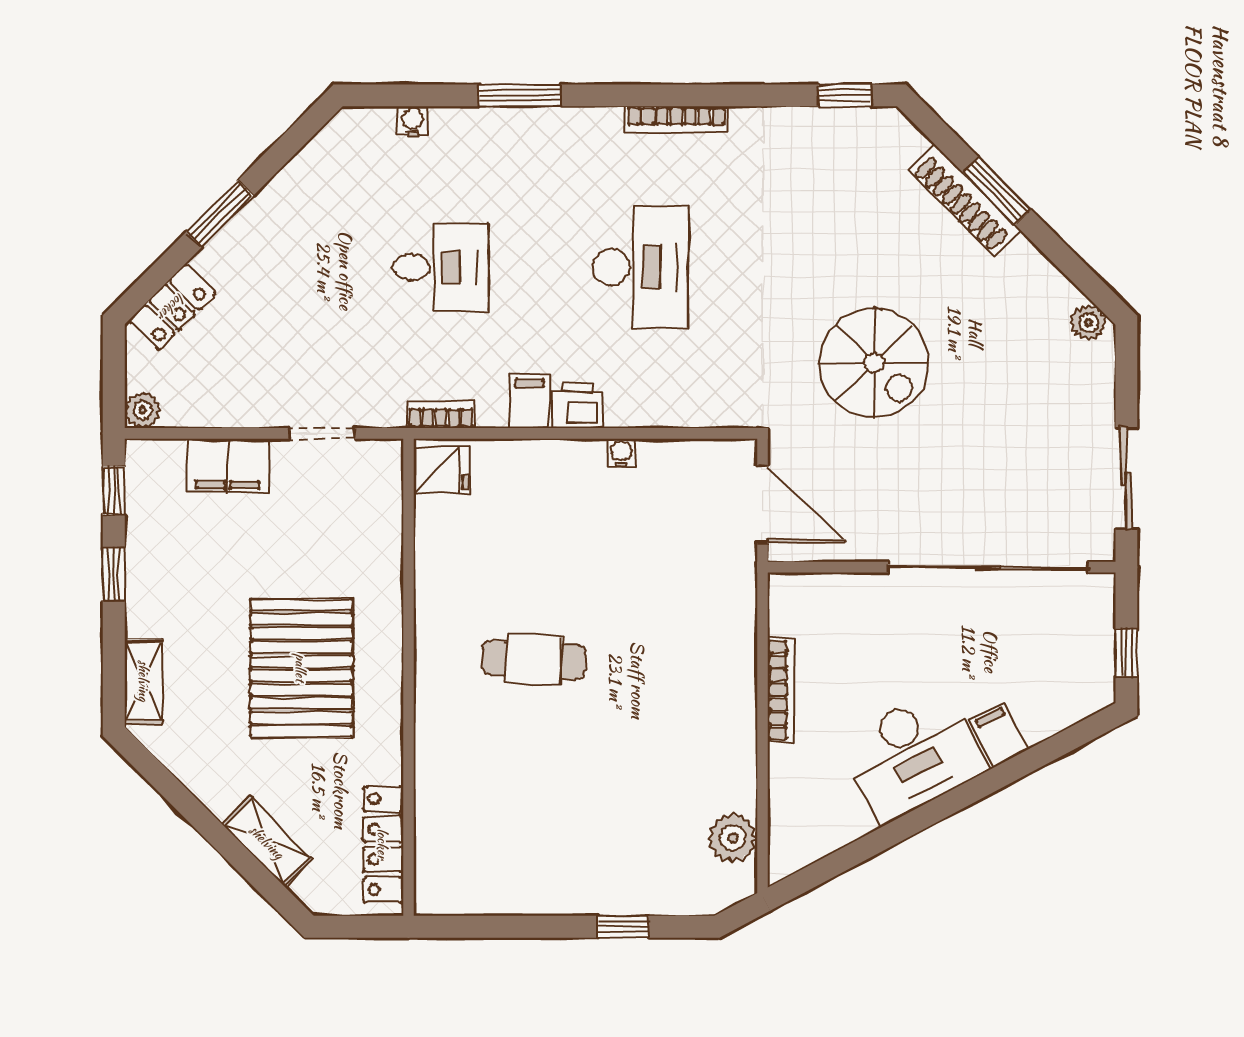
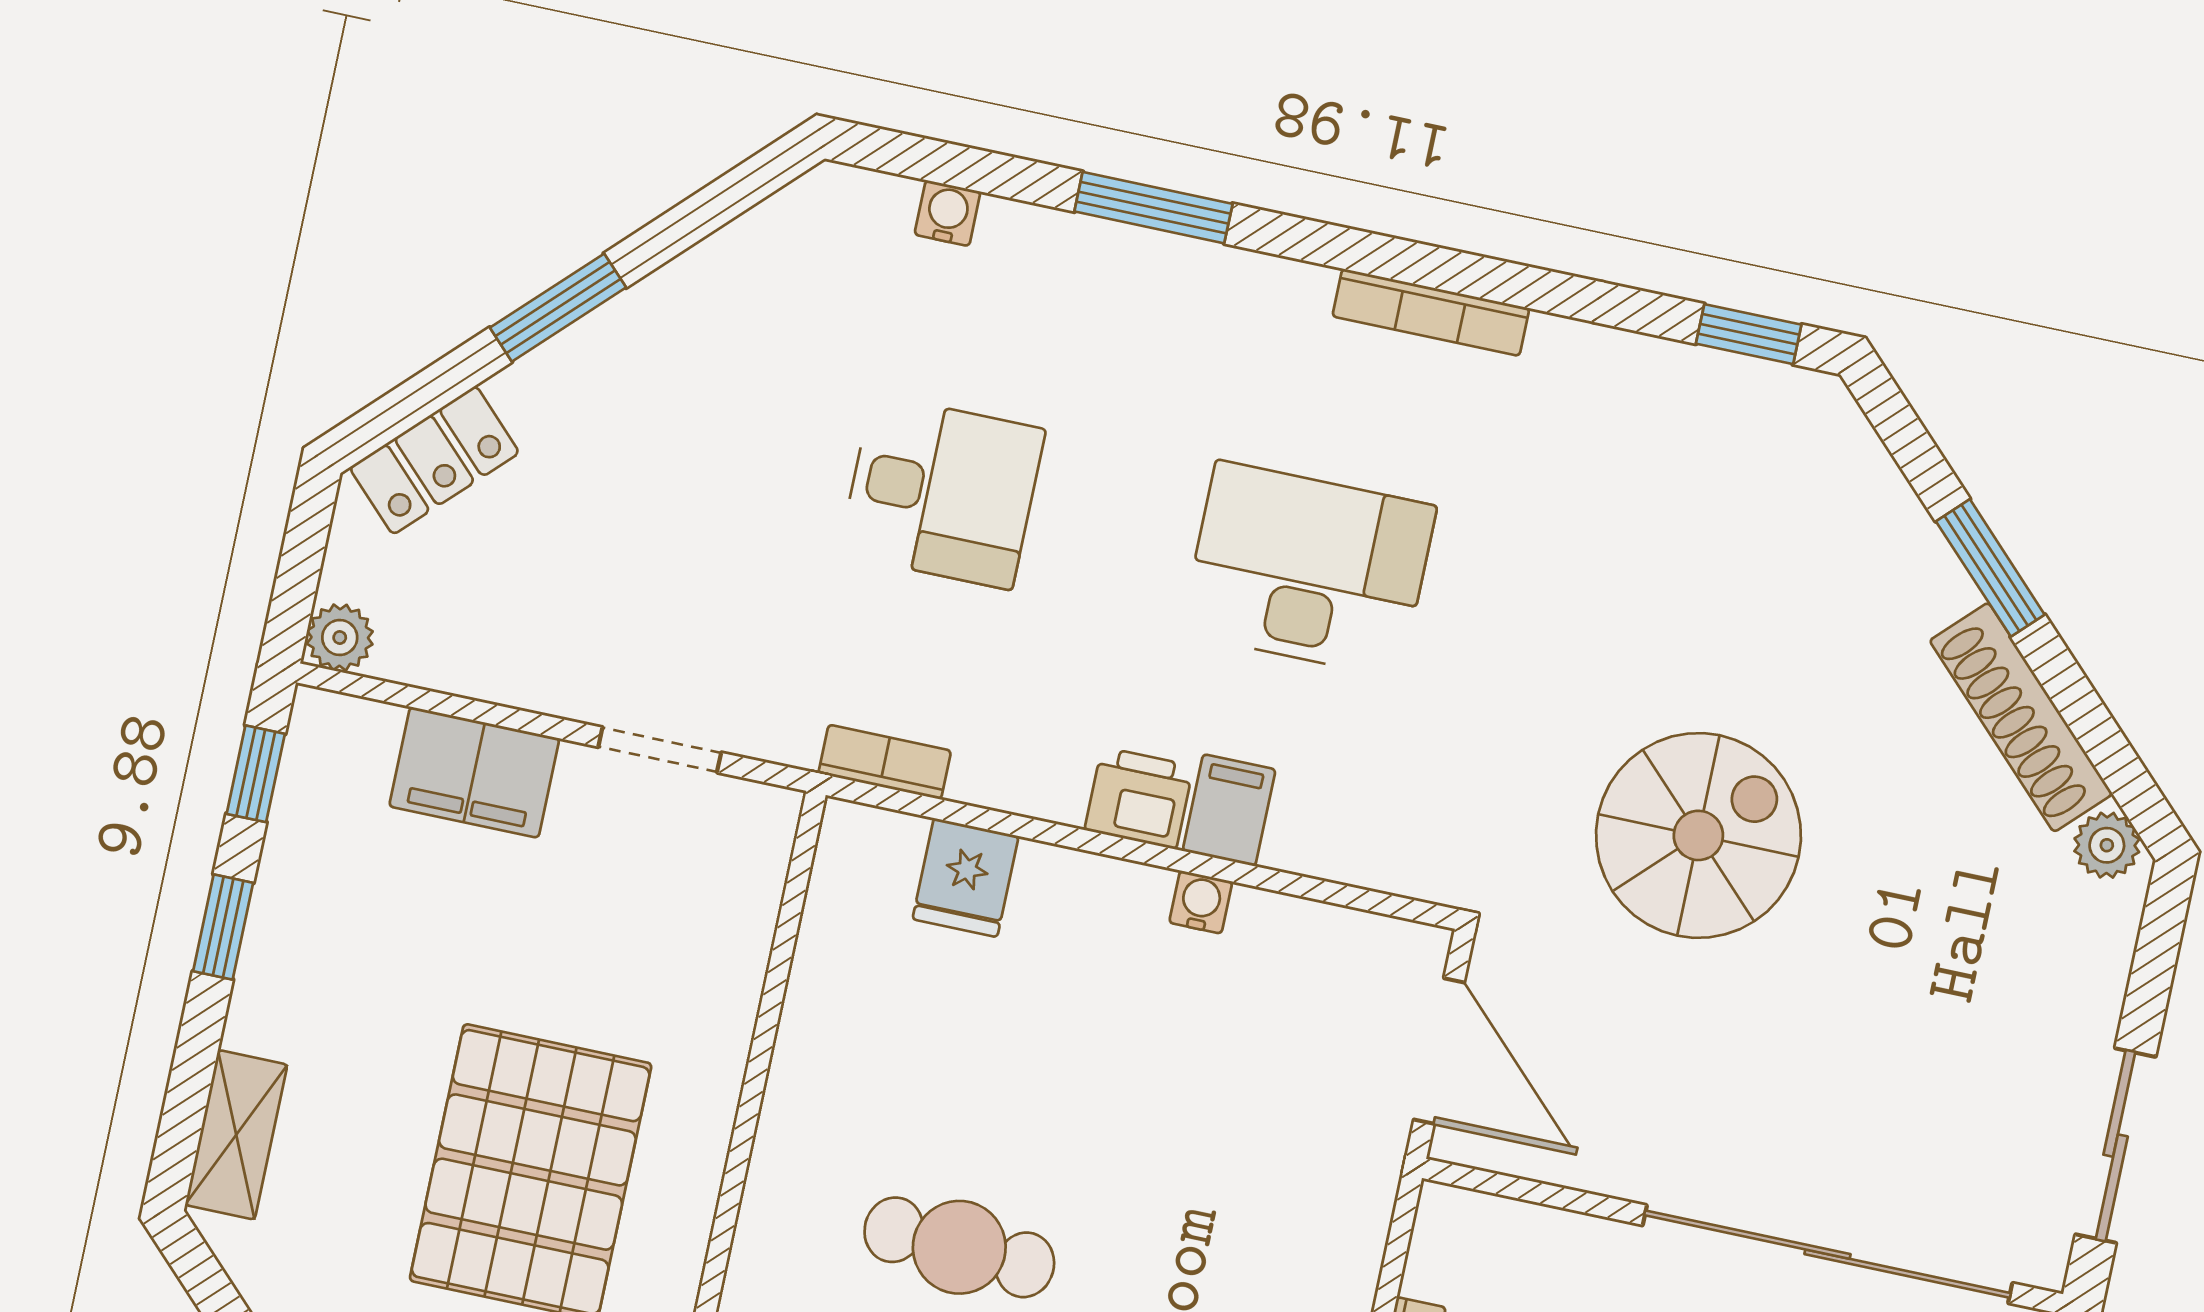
shoe rack: (964, 200) -> (2021, 717), moved
desk: (641, 267) -> (1308, 569), turned -90
spiral stairs: (874, 363) -> (1698, 835), turned -90
filing cabinet: (529, 402) -> (1229, 810), moved
fridge: (441, 470) -> (965, 878), moved, turned 90

